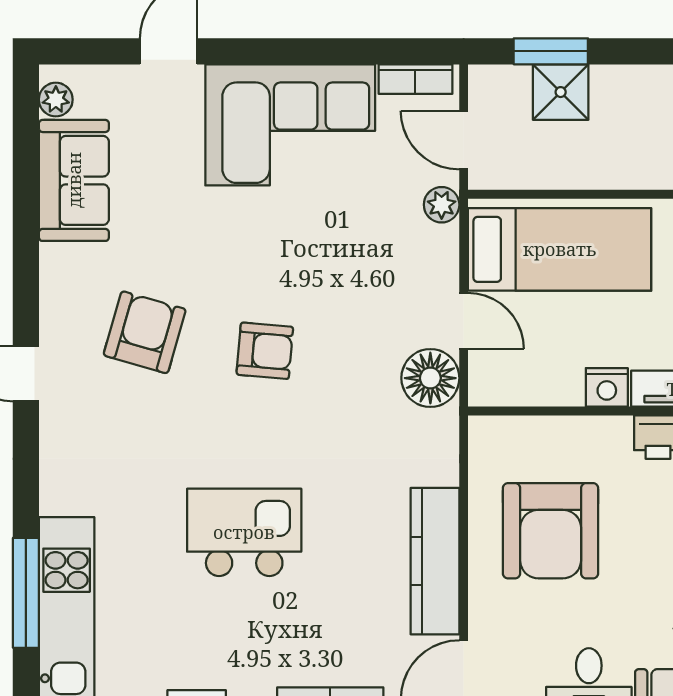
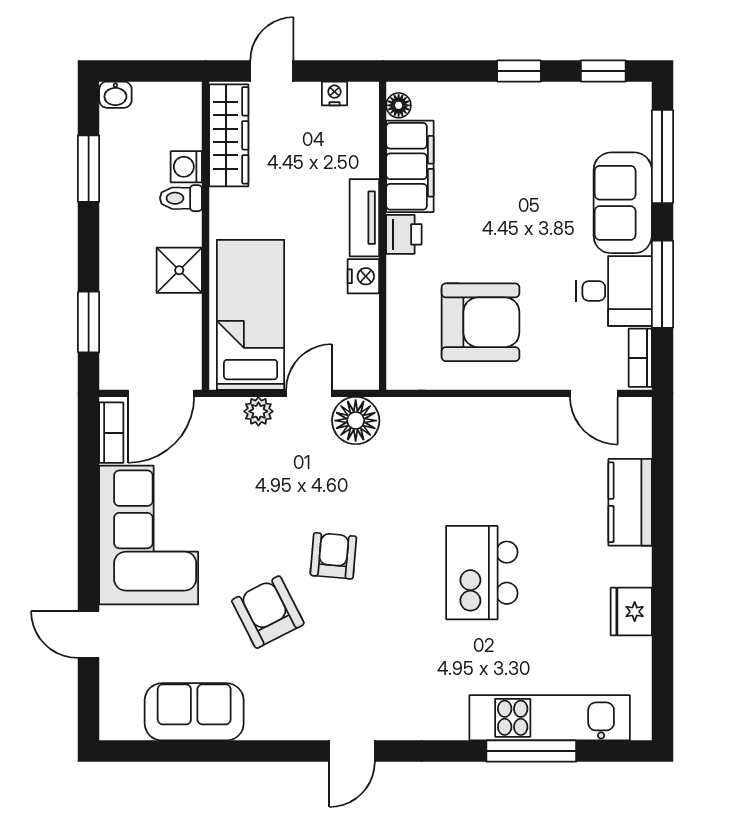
shower: (561, 92) -> (179, 270), moved
plant: (56, 100) -> (128, 727), removed
door: (464, 140) -> (161, 393), width x1.38
plant: (442, 205) -> (258, 411), moved
armchair: (145, 332) -> (268, 612), moved, turned 47
kitchen counter: (435, 561) -> (505, 417), removed

